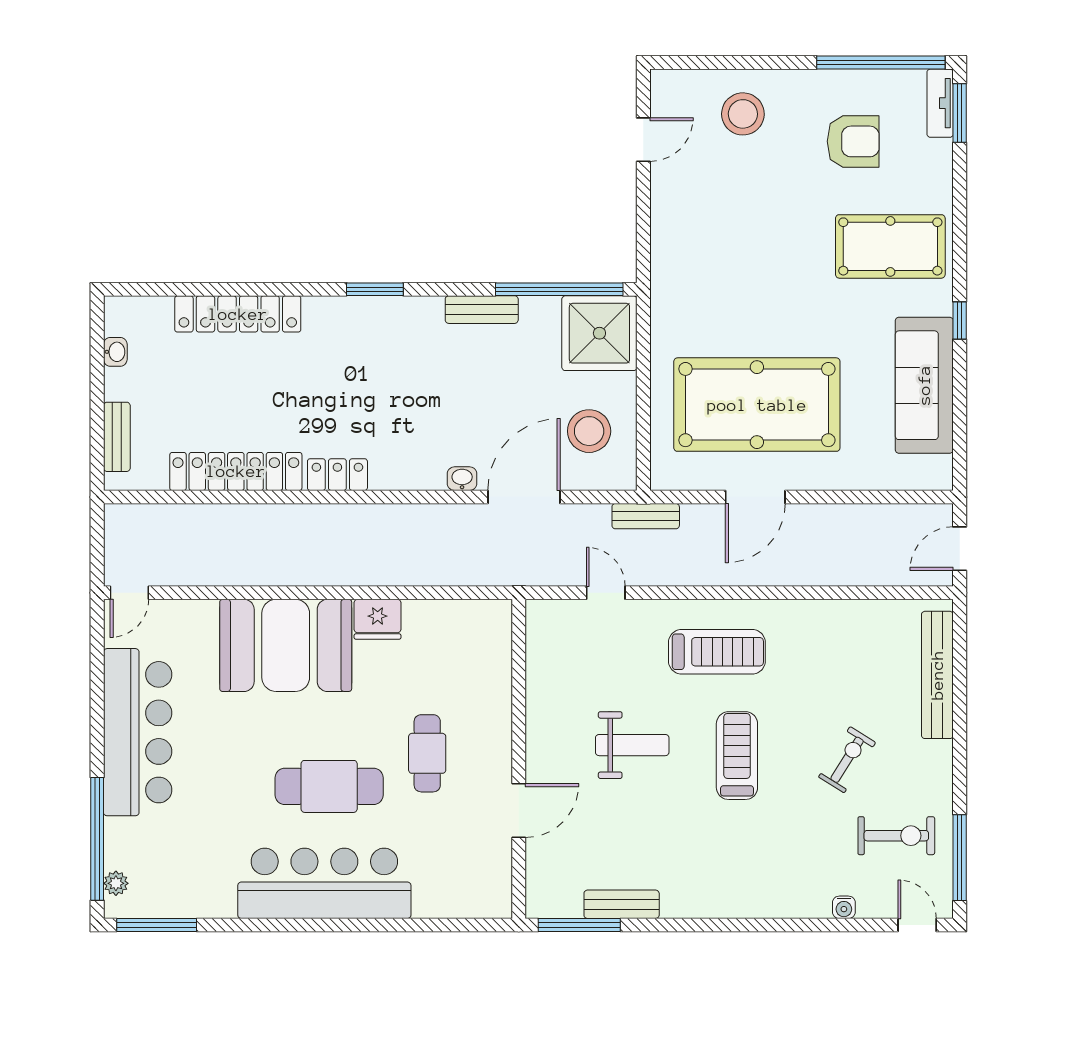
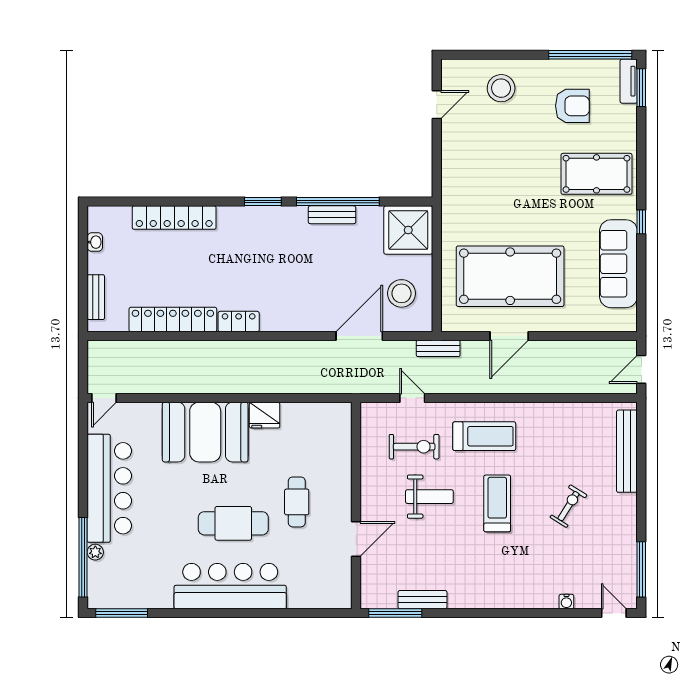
window: (559, 289) -> (338, 202), moved
washbasin: (462, 479) -> (319, 324), removed
exercise bike: (896, 836) -> (414, 447), moved
plant: (116, 883) -> (95, 552), moved

